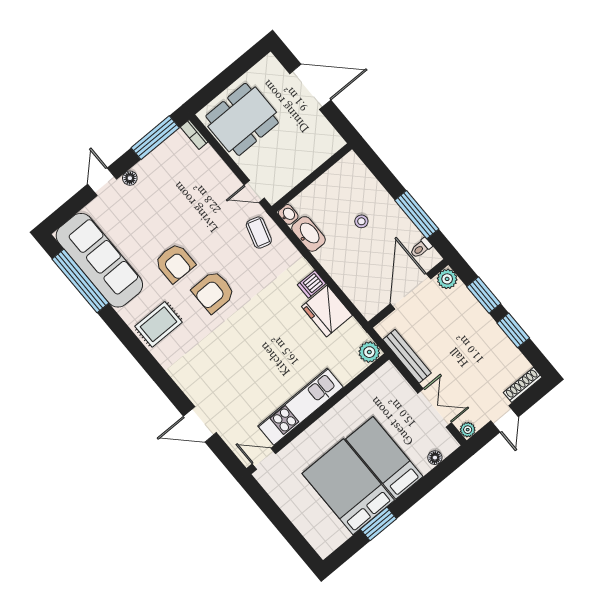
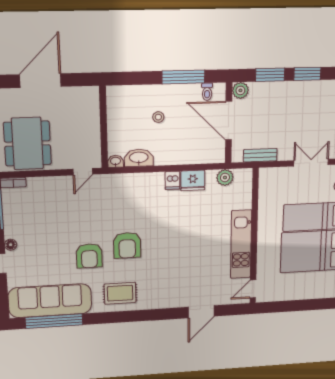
coffee table: (259, 233) -> (112, 189), removed
armchair: (175, 263) -> (89, 256), turned 90
fridge: (327, 311) -> (193, 180), width x0.73, depth x0.75
rug: (159, 324) -> (120, 293), turned 90
plant: (369, 352) -> (225, 178), moved
bench: (407, 356) -> (260, 155), width x0.73

